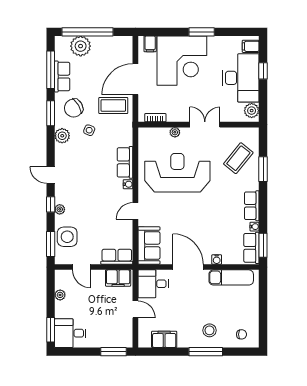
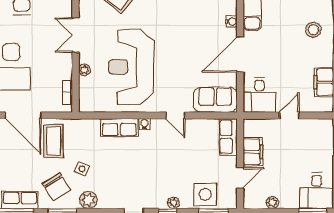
filing cabinet: (118, 278) -> (253, 152), moved

